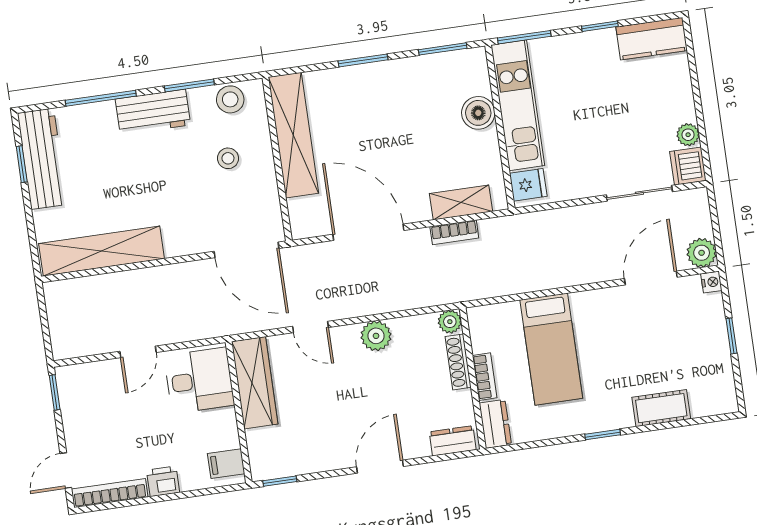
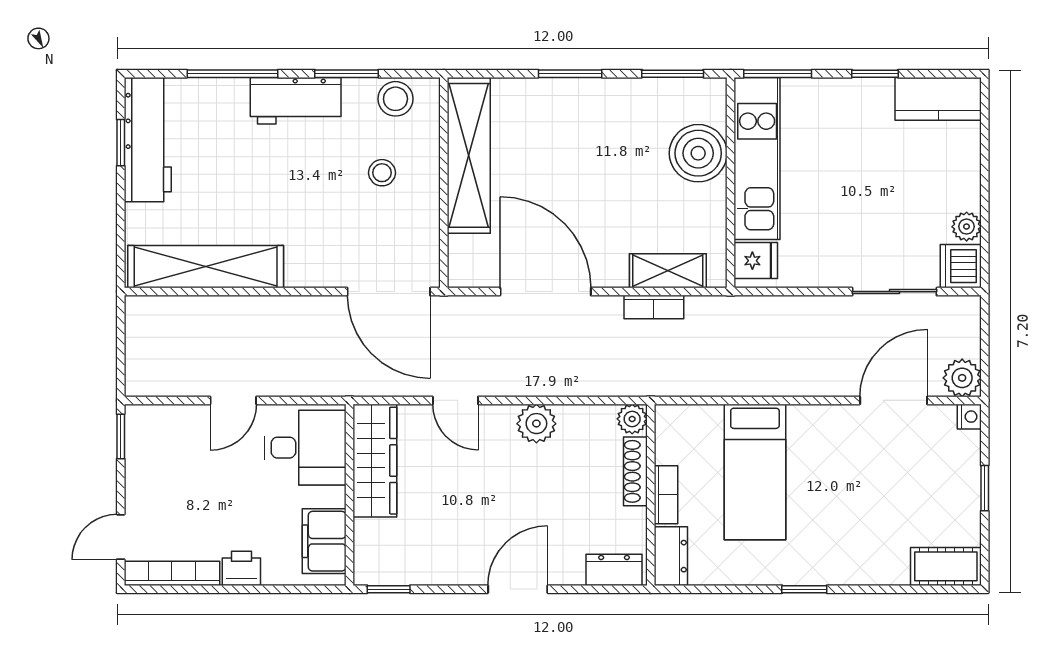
boiler: (478, 113) -> (698, 153), width x1.37, depth x1.37
cot: (661, 408) -> (946, 566), moved
filing cabinet: (226, 464) -> (324, 541), width x2.00

